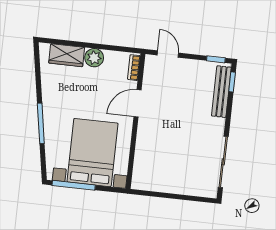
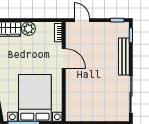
bench: (221, 92) -> (124, 56), moved
door: (137, 103) -> (64, 58), swing flipped

